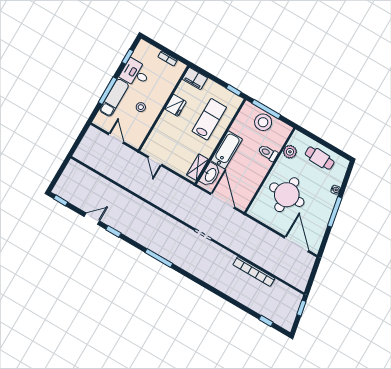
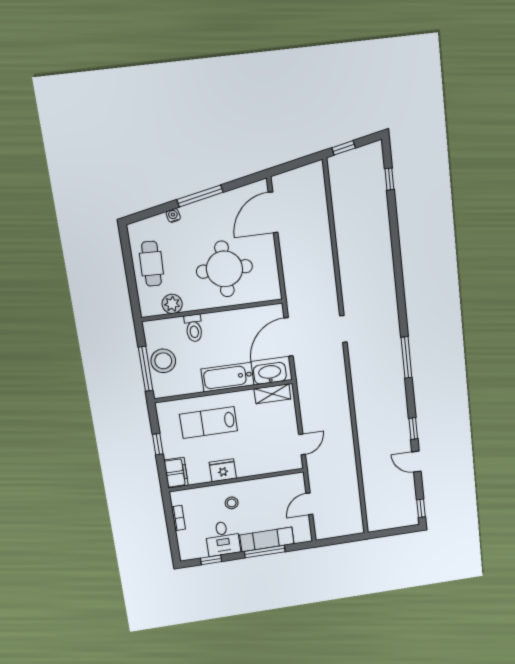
window: (234, 90) -> (158, 444), moved
stool: (141, 107) -> (232, 503), moved
bookcase: (254, 271) -> (342, 238), removed

